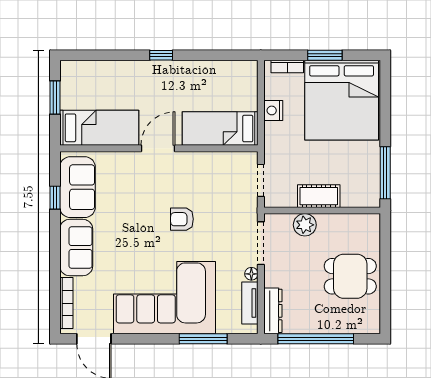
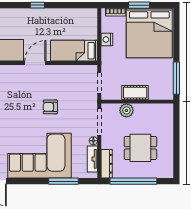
dining table: (350, 276) -> (140, 148), moved

